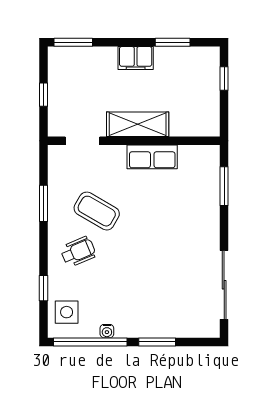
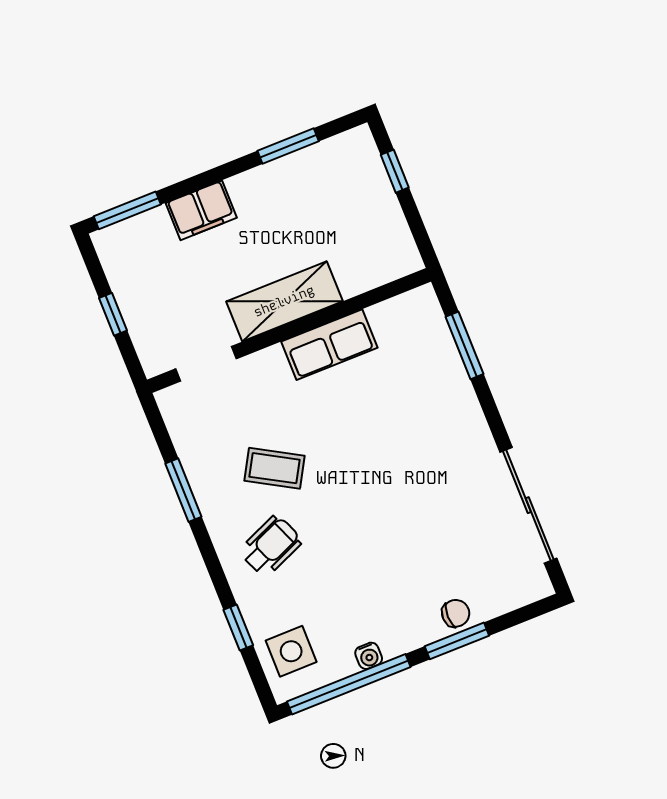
filing cabinet: (136, 58) -> (201, 210), moved
coffee table: (97, 211) -> (275, 468), width x0.73, depth x0.77
chair: (162, 327) -> (456, 613), added

